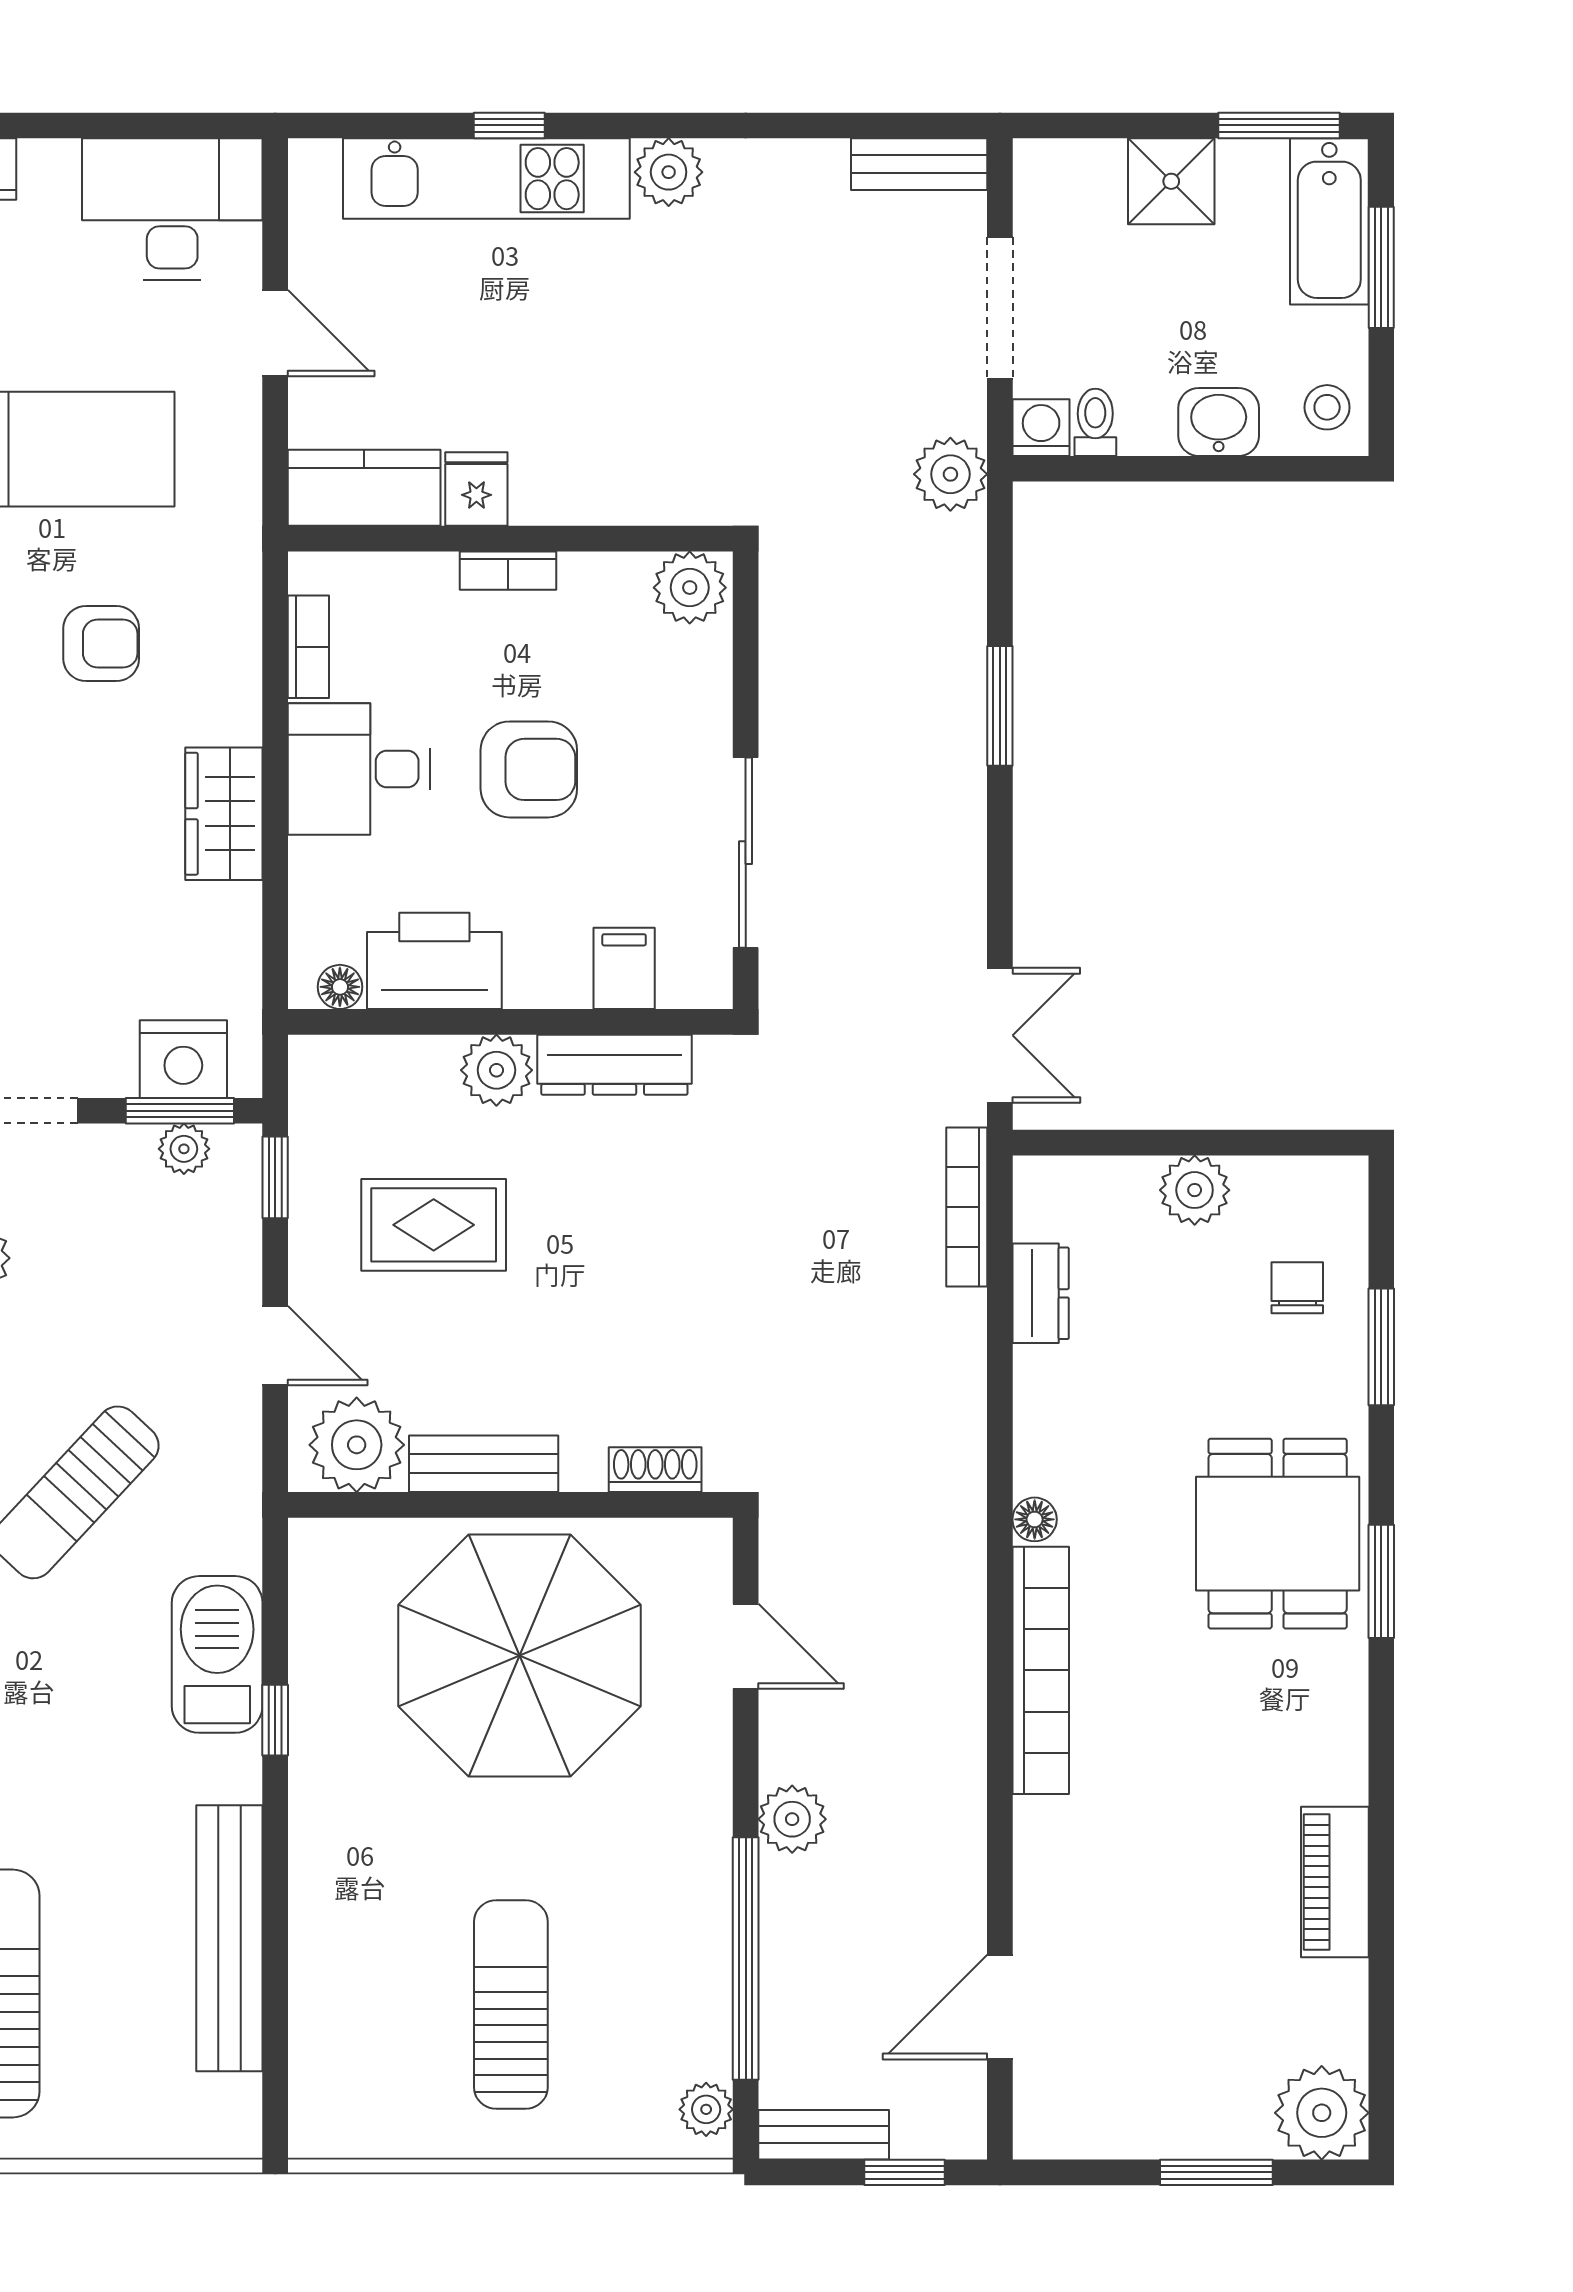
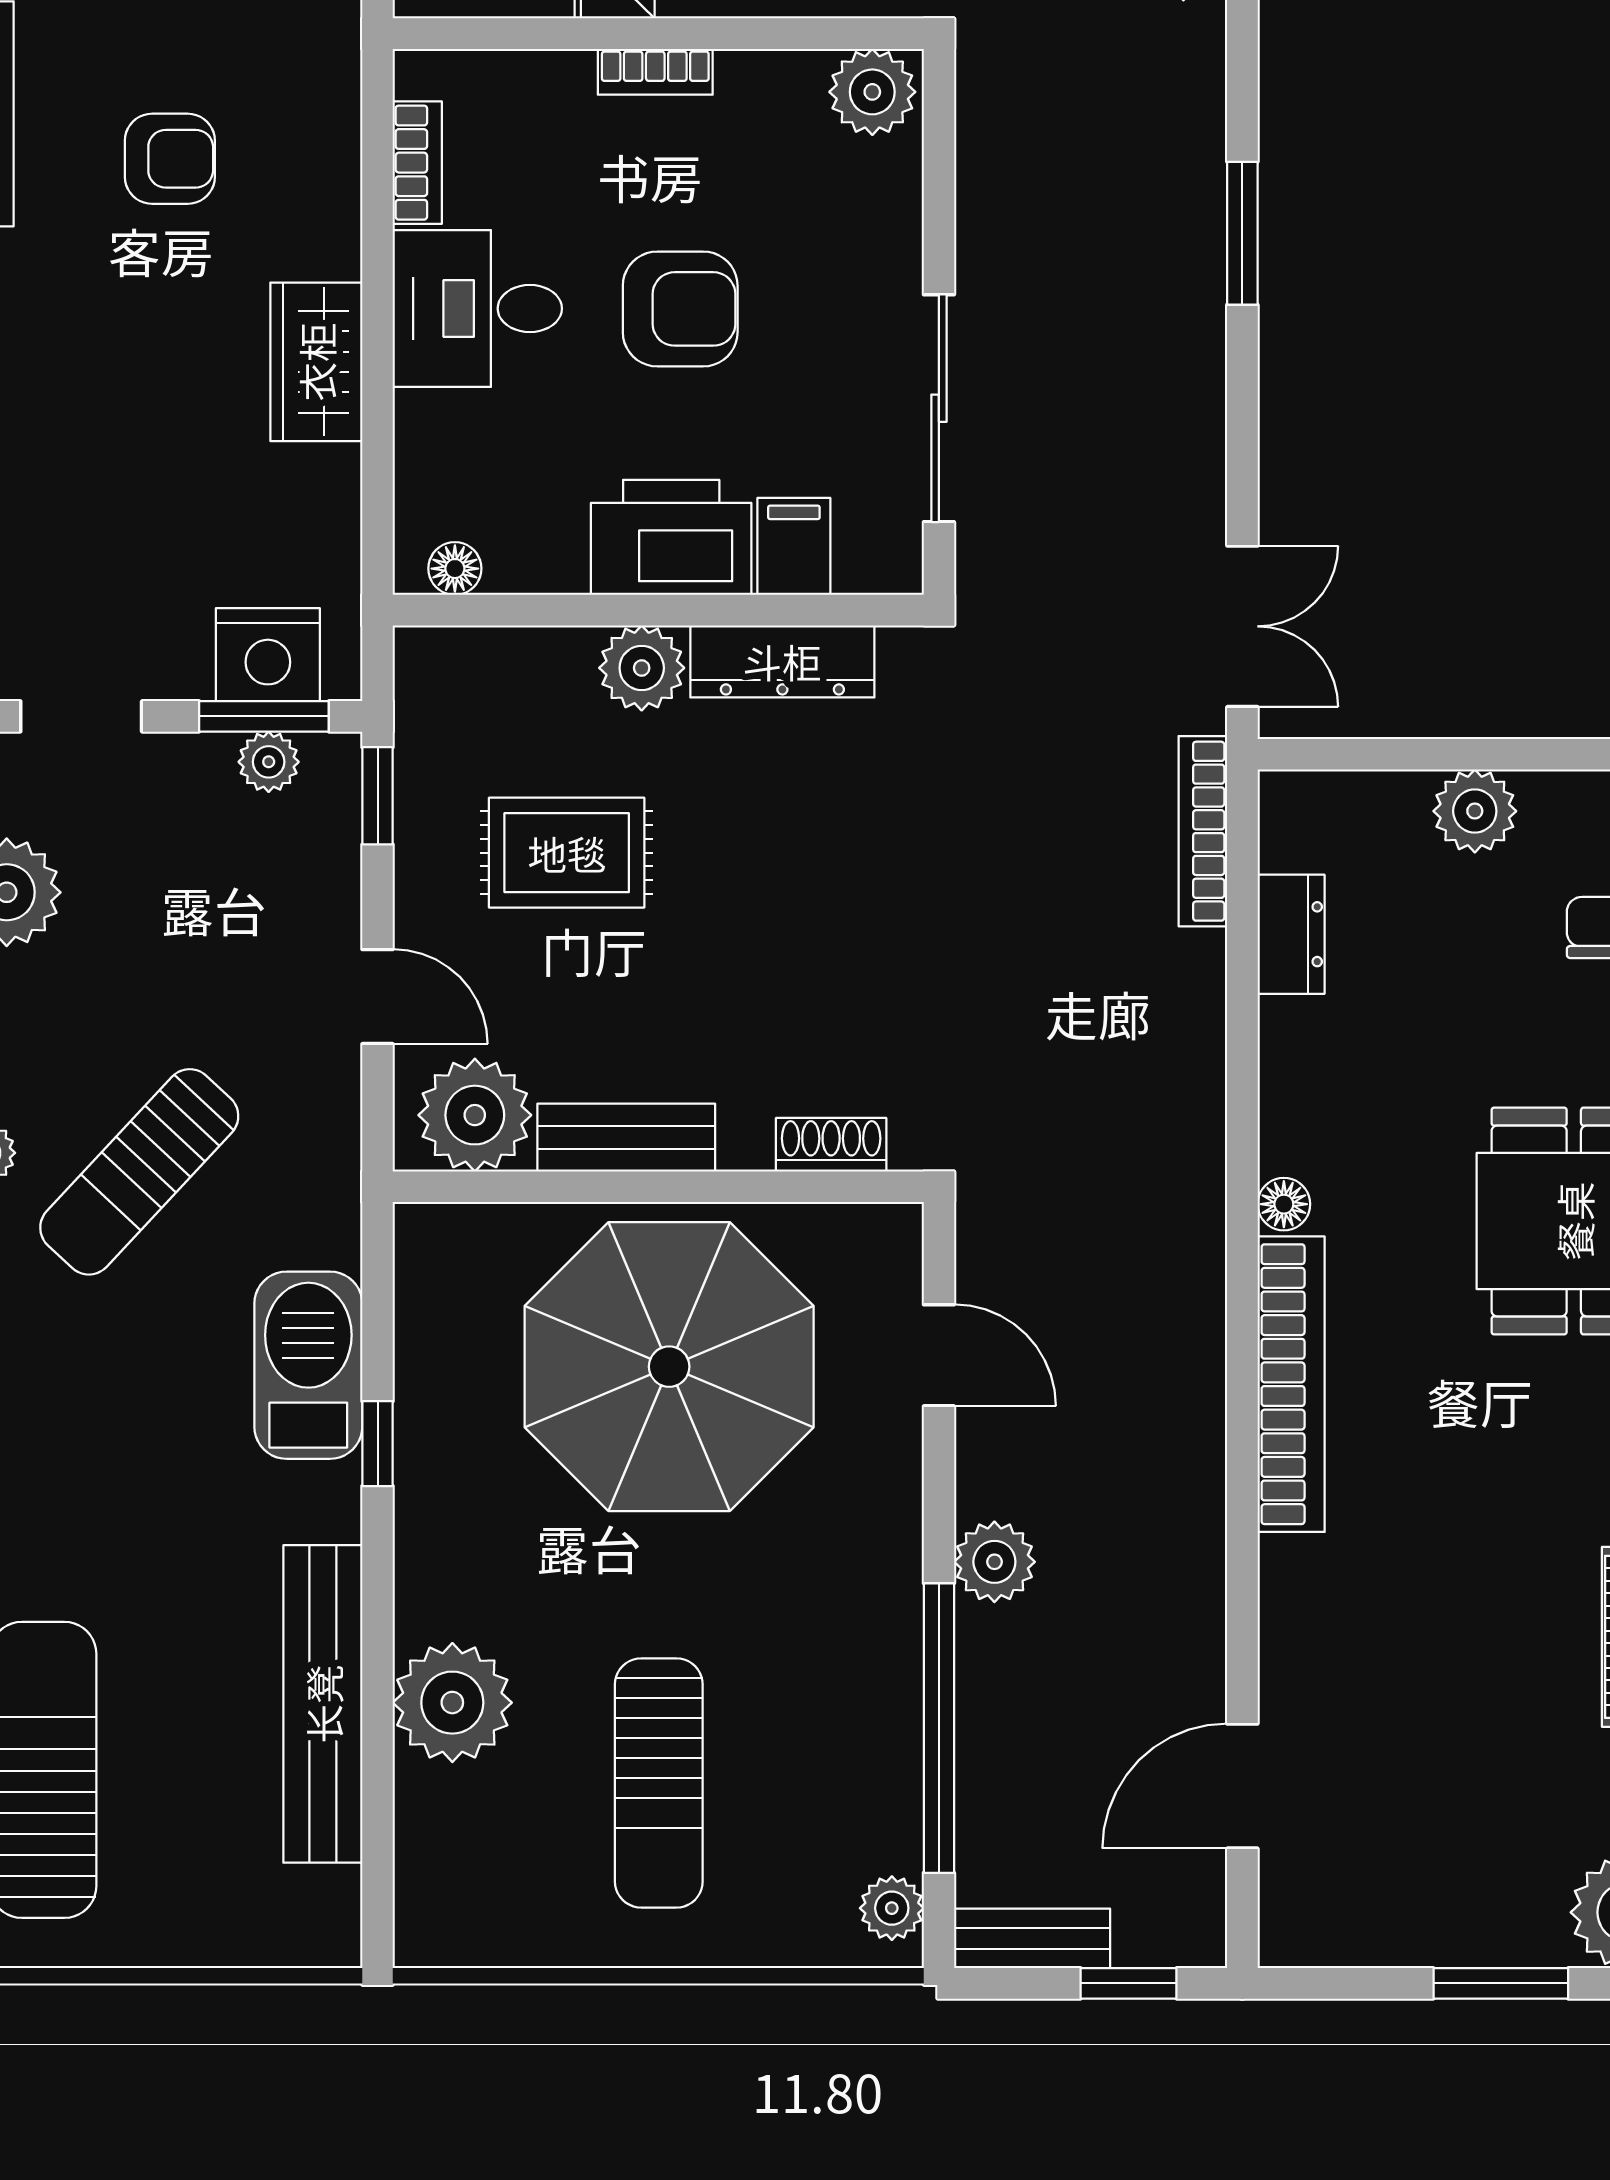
printer: (434, 961) -> (671, 537), moved
plant: (338, 1937) -> (452, 1703), added
sun lounger: (511, 2004) -> (659, 1783), turned 180

